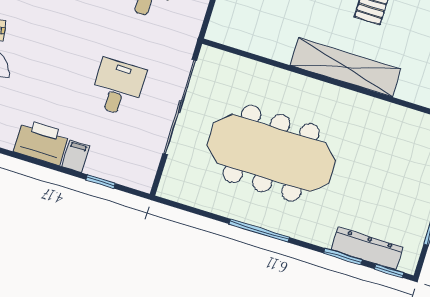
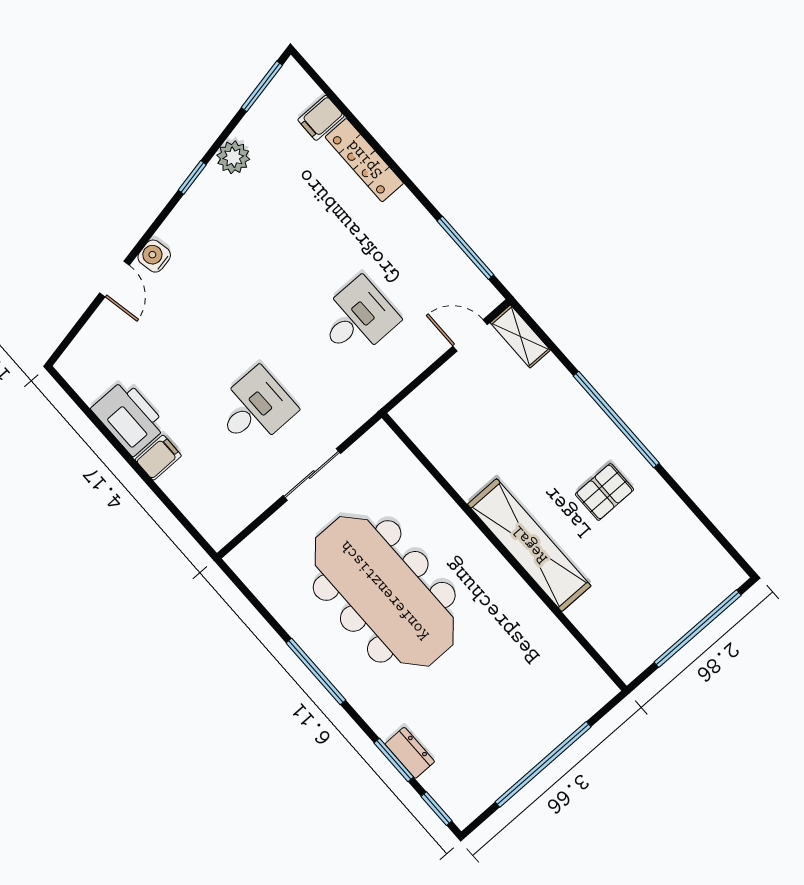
sliding door: (180, 107) -> (312, 474), width x0.54
window: (101, 182) -> (169, 504), removed
dresser: (367, 248) -> (410, 753), width x0.51, depth x0.80

